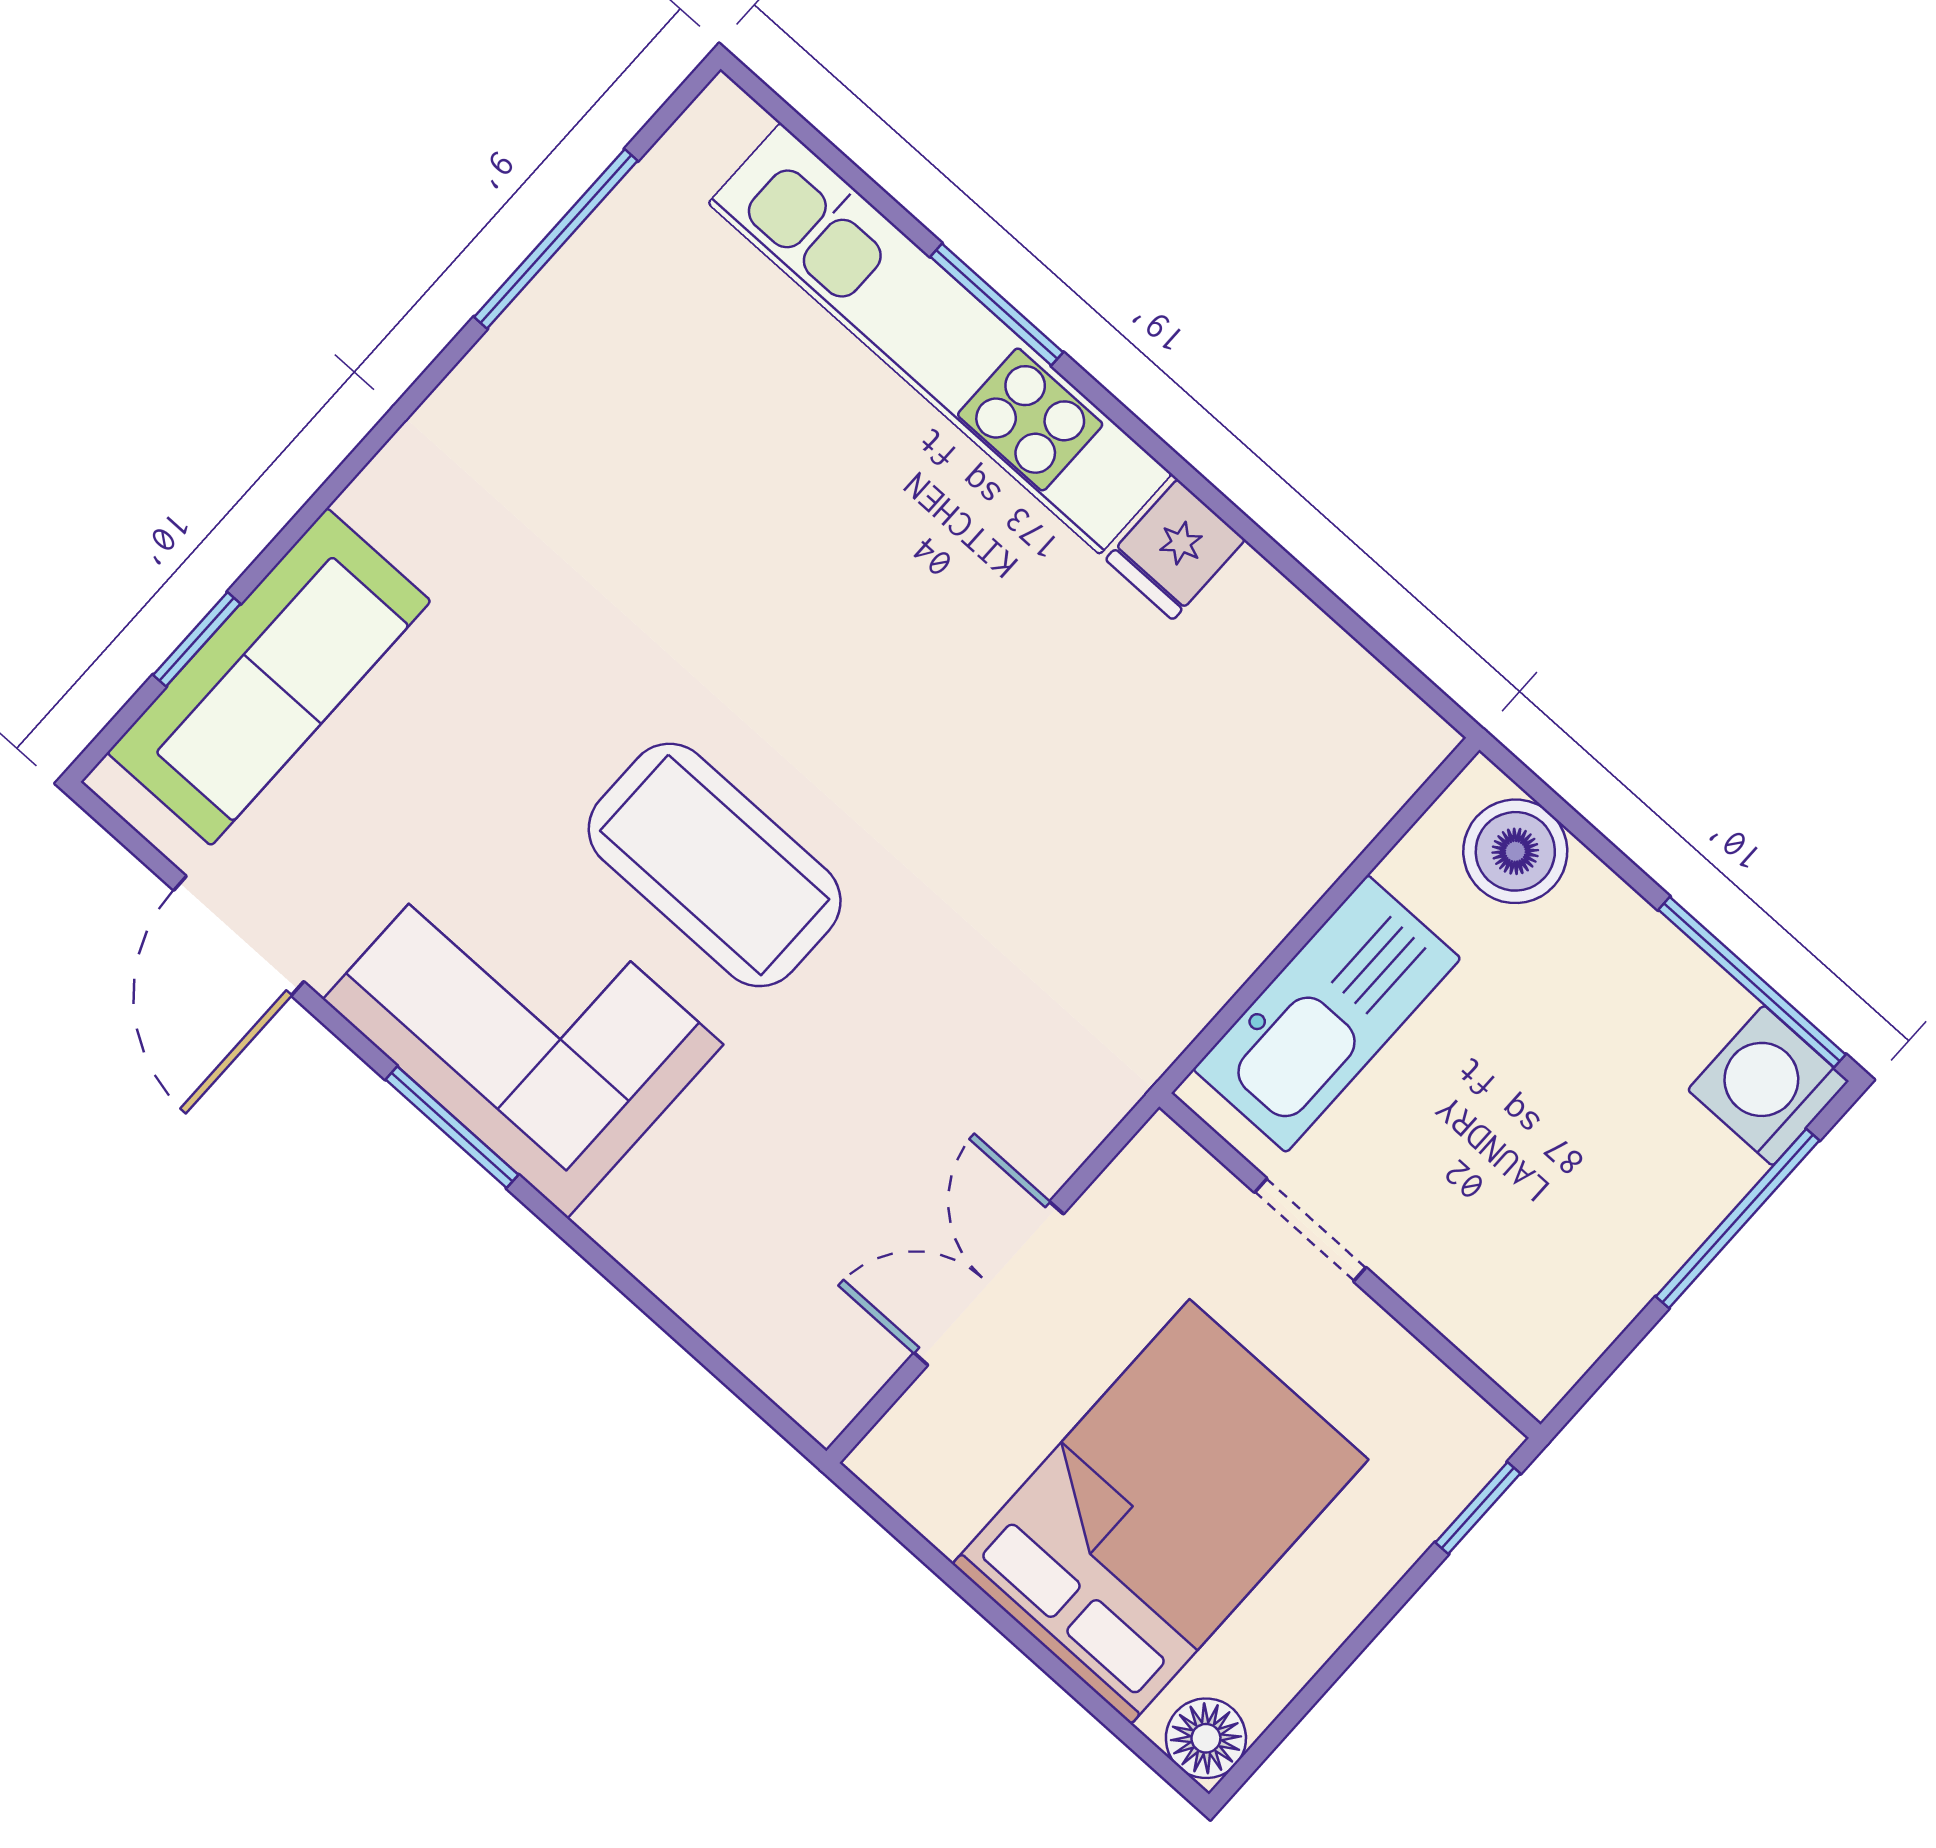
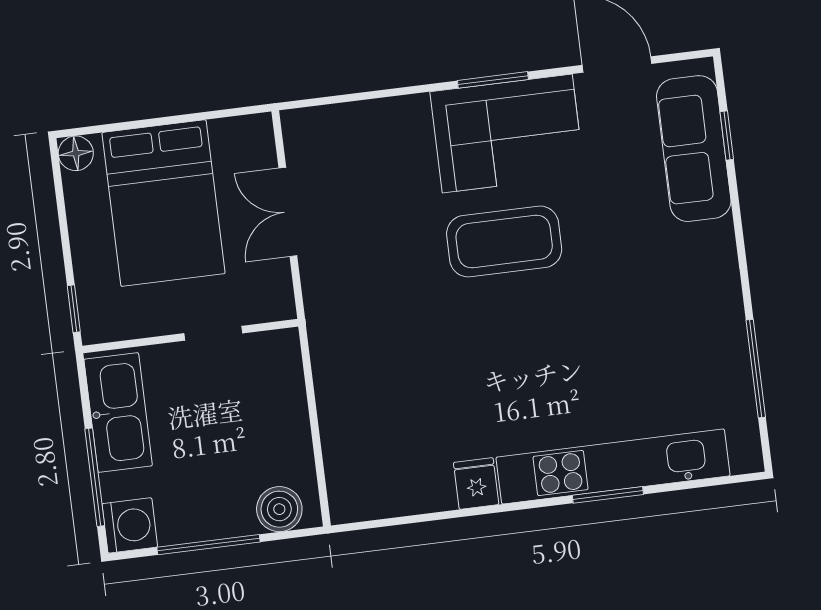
window: (1752, 982) -> (208, 545), moved
kitchen sink: (1327, 1014) -> (118, 413), moved, turned 180
double door: (989, 1283) -> (288, 212), swing flipped

